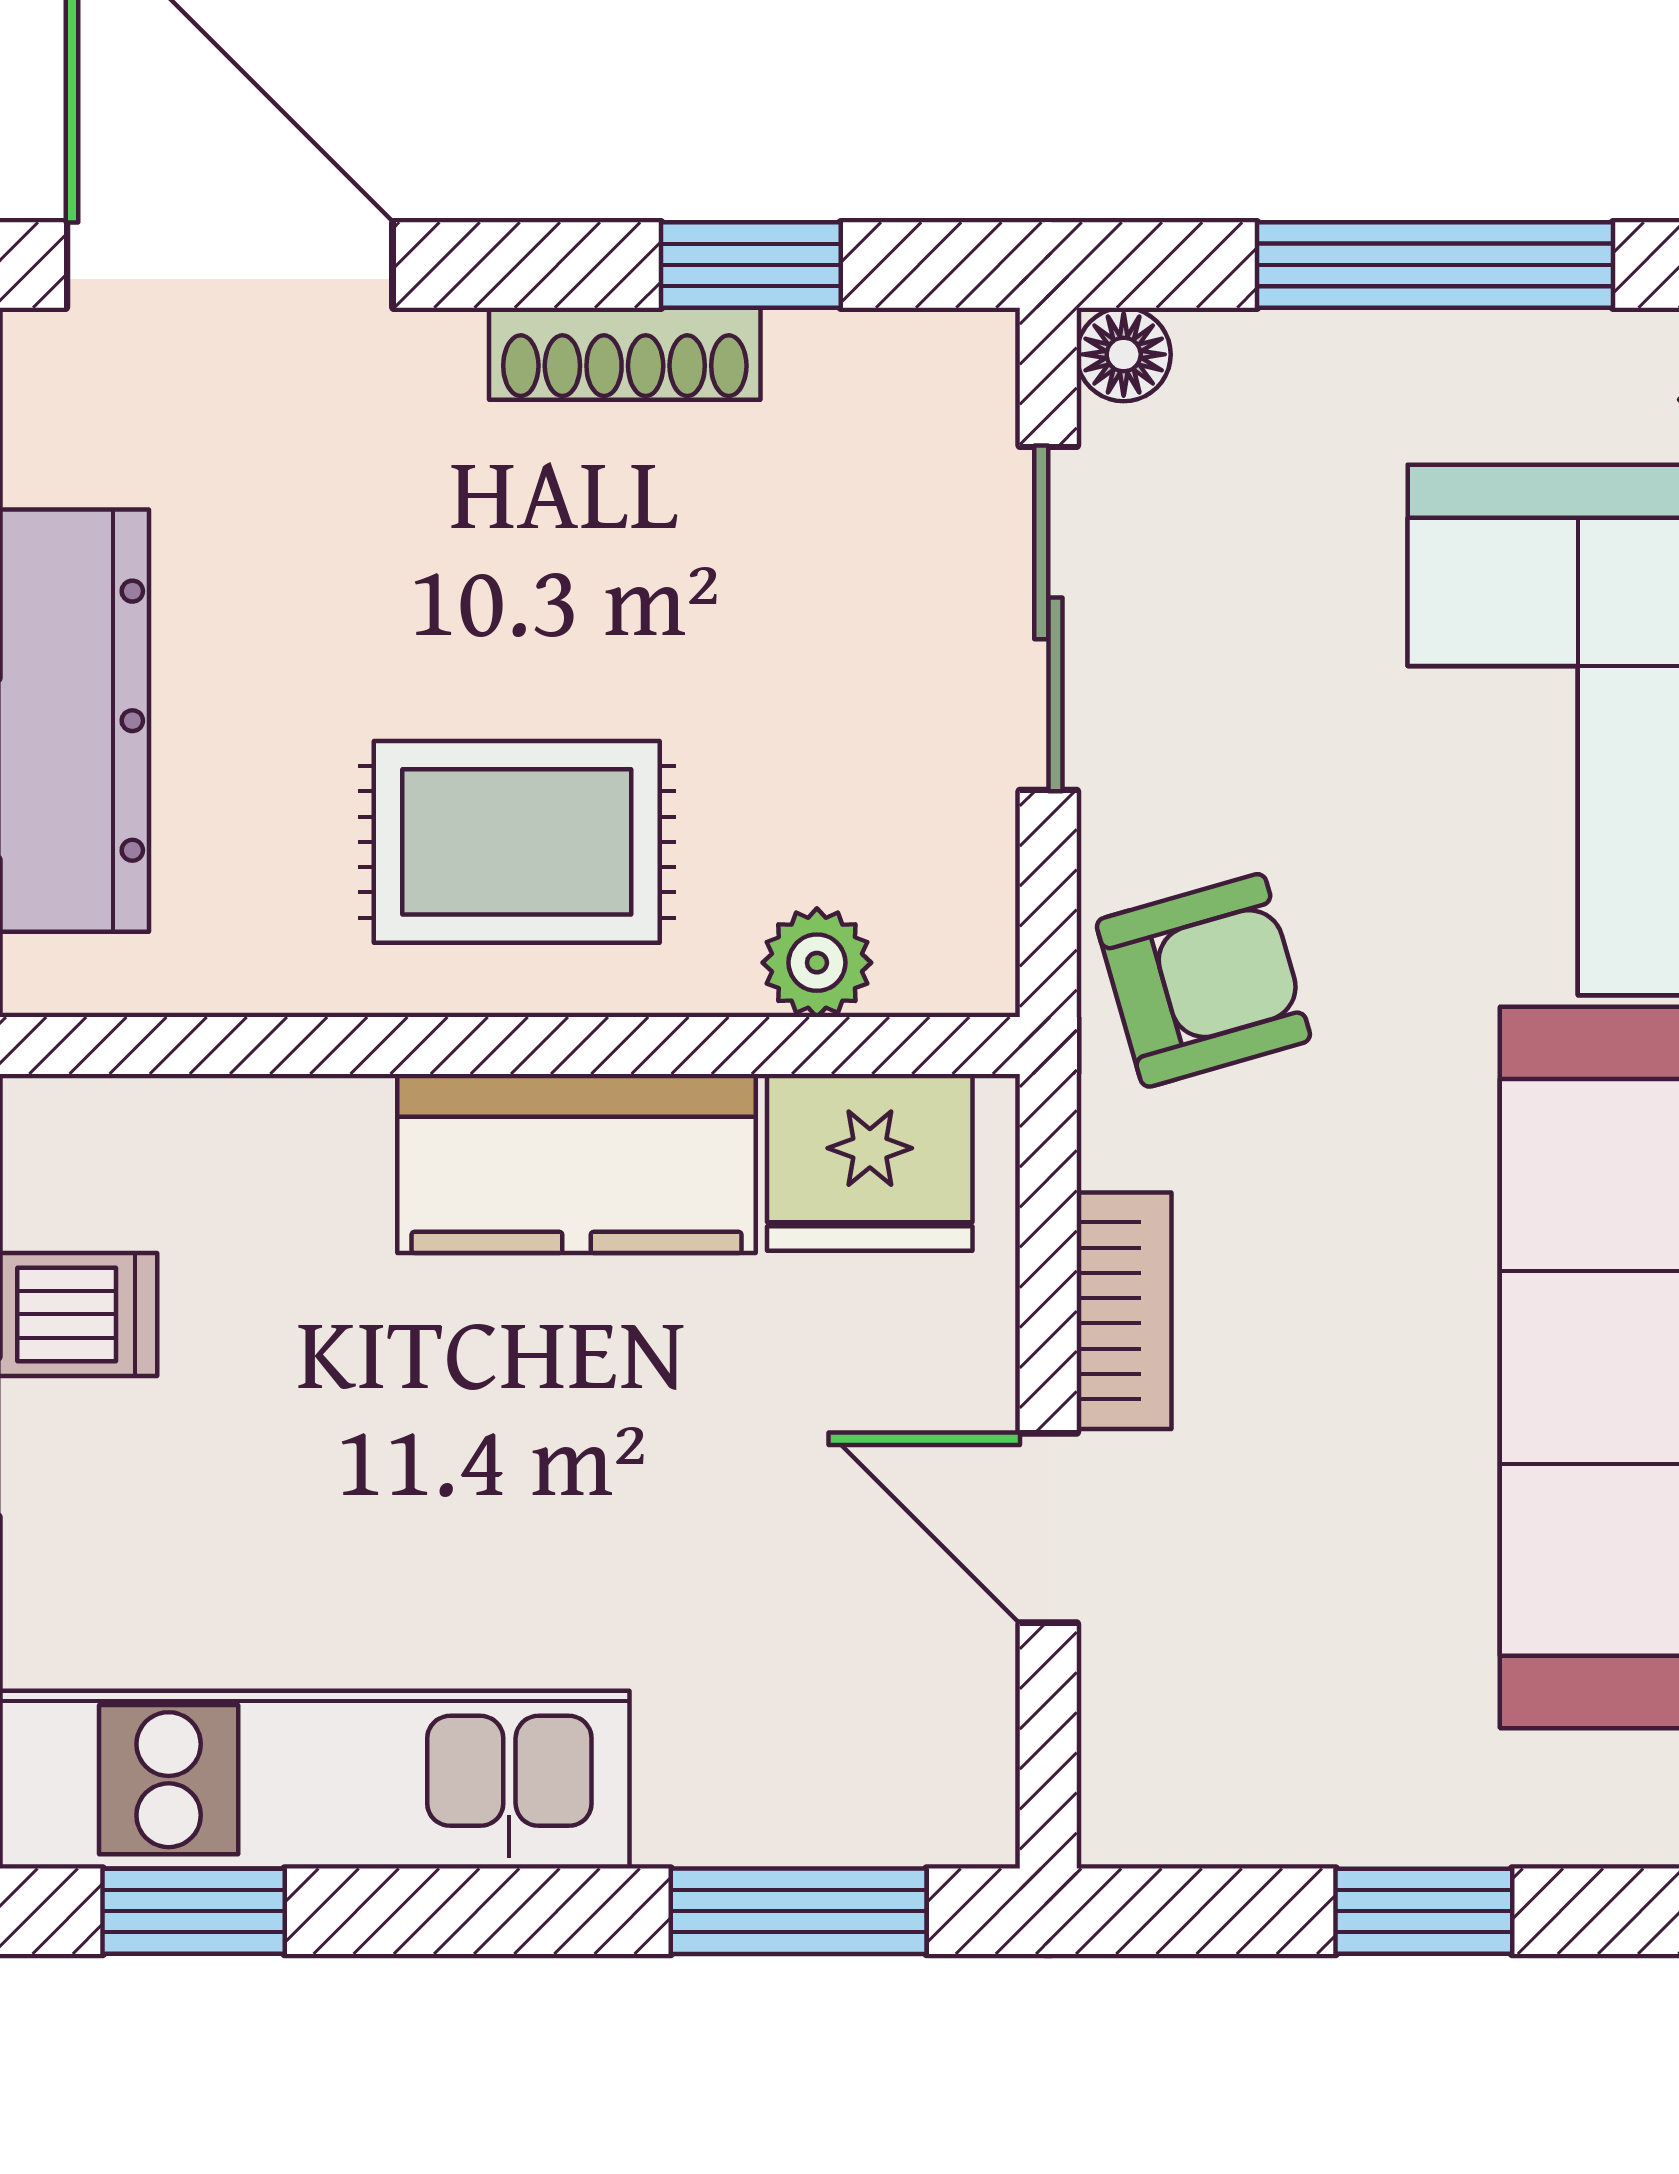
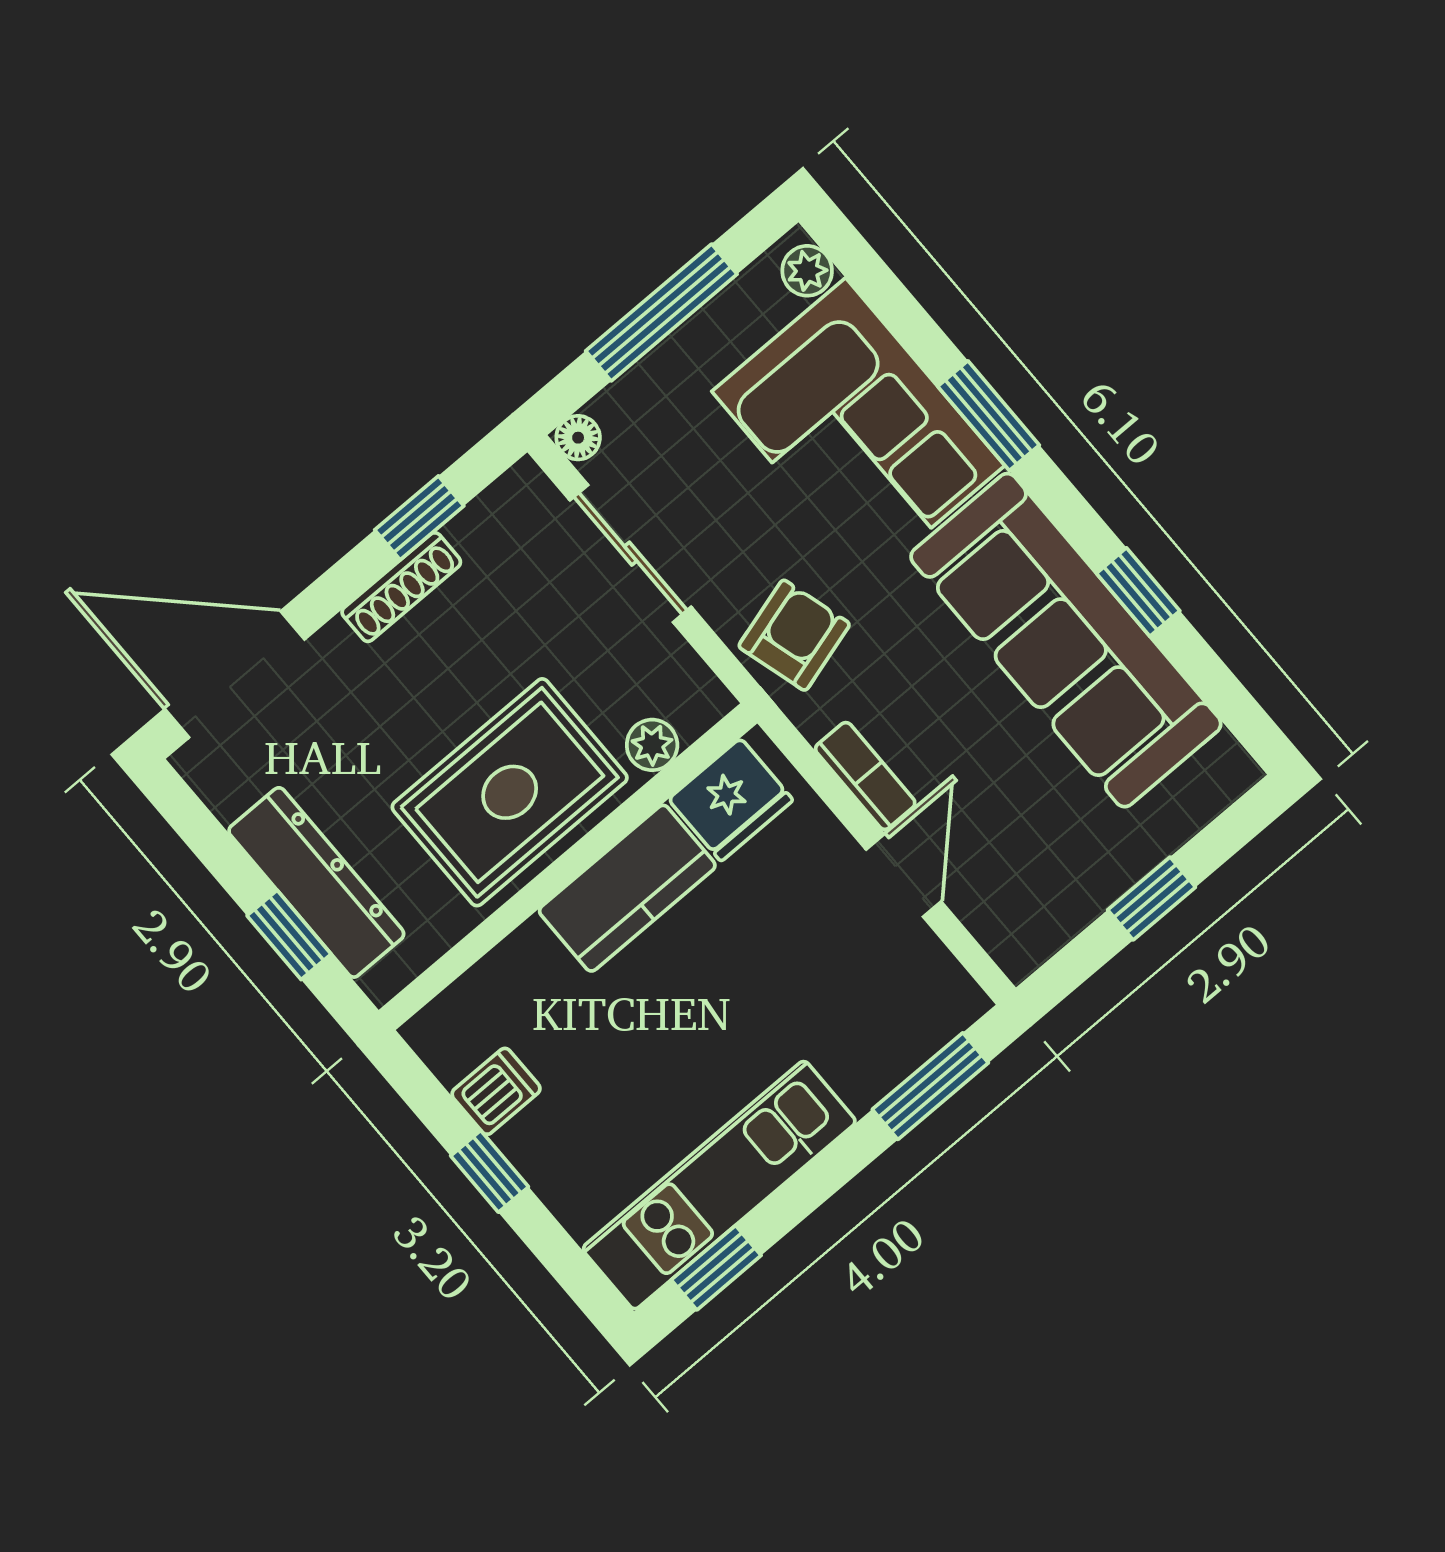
rug: (517, 842) -> (510, 792), width x1.36, depth x1.43
door: (1048, 1528) -> (904, 876), swing flipped

